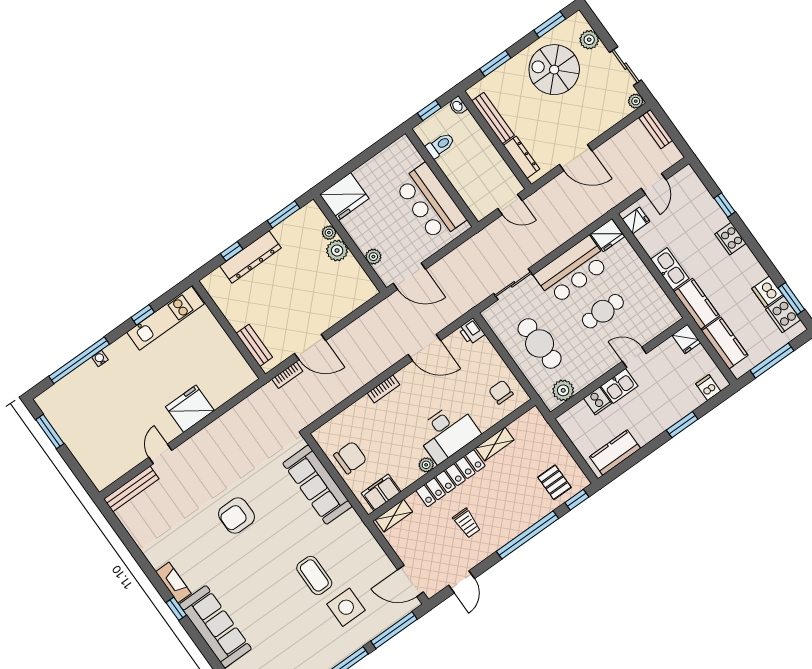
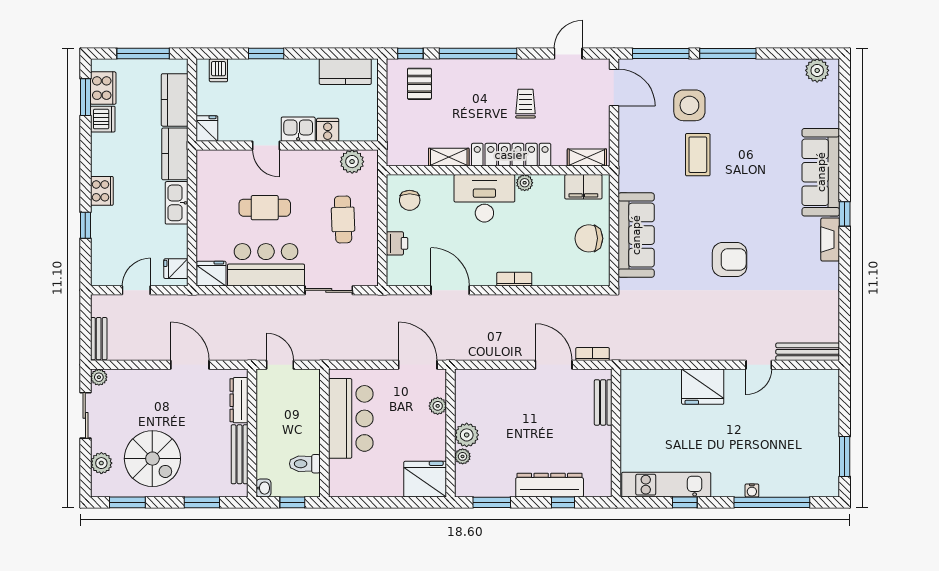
printer: (471, 331) -> (397, 243), moved
cafe table: (540, 343) -> (343, 219), width x0.73, depth x0.74

